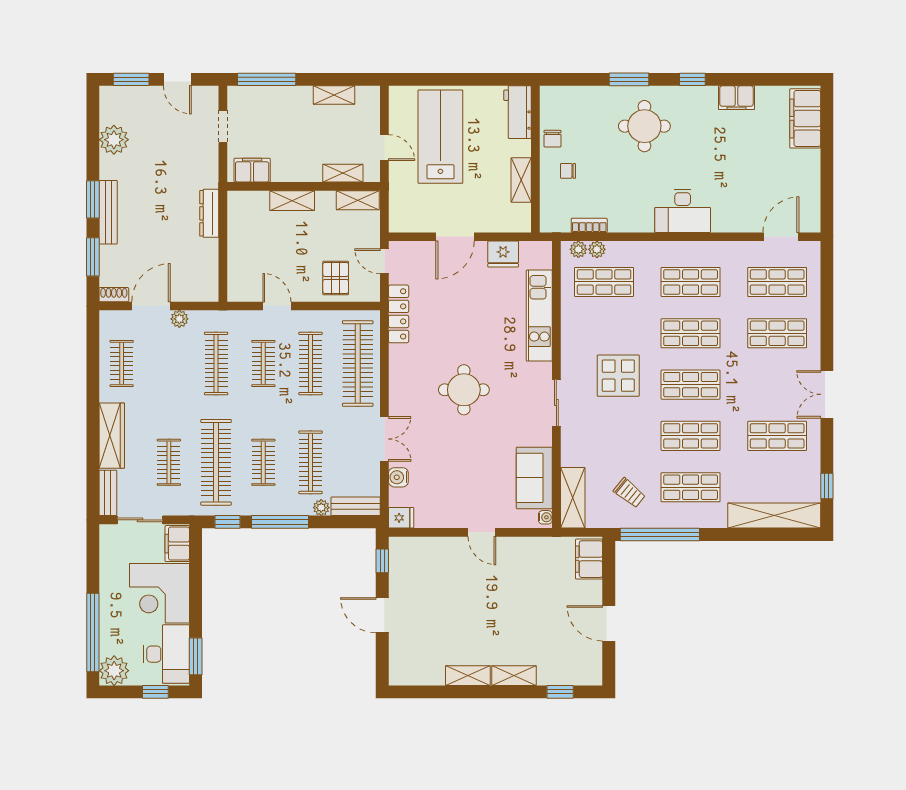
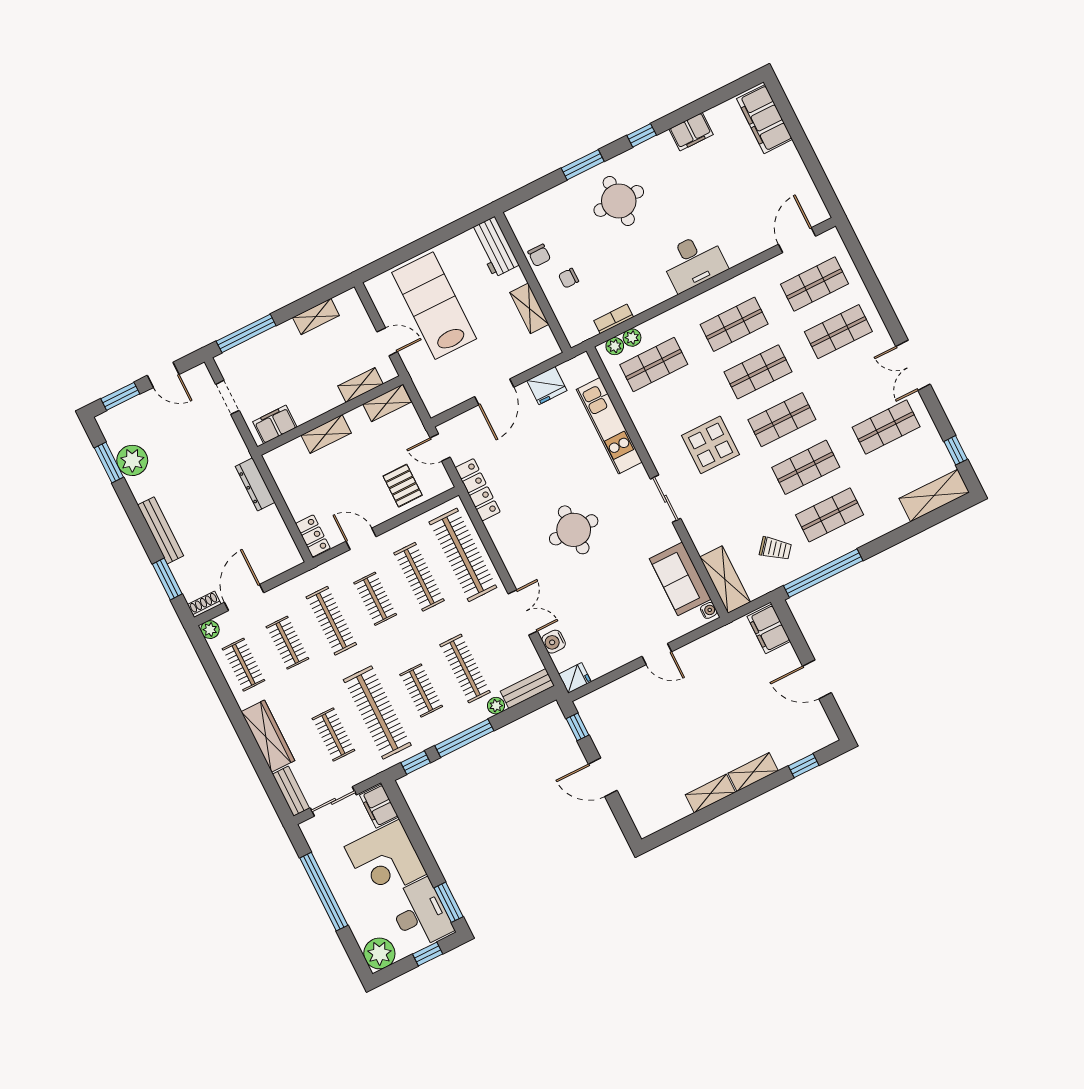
window: (93, 199) -> (109, 462), moved
locker: (237, 283) -> (313, 536), added
plant: (179, 319) -> (210, 630), moved
clothes rail: (169, 364) -> (287, 643), added
shelving: (774, 516) -> (934, 496), width x0.68
window: (93, 632) -> (324, 892), moved

